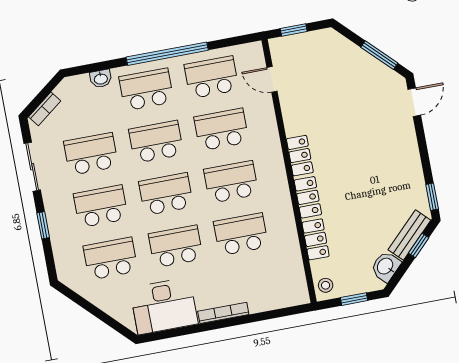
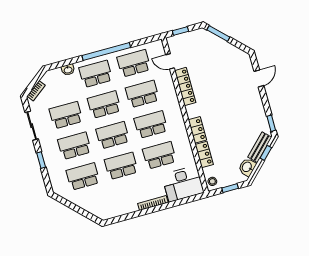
window: (379, 55) -> (218, 33), moved
door: (414, 102) -> (259, 78), moved
locker: (300, 156) -> (185, 87), moved, width x1.53
desk: (164, 306) -> (183, 184), moved

